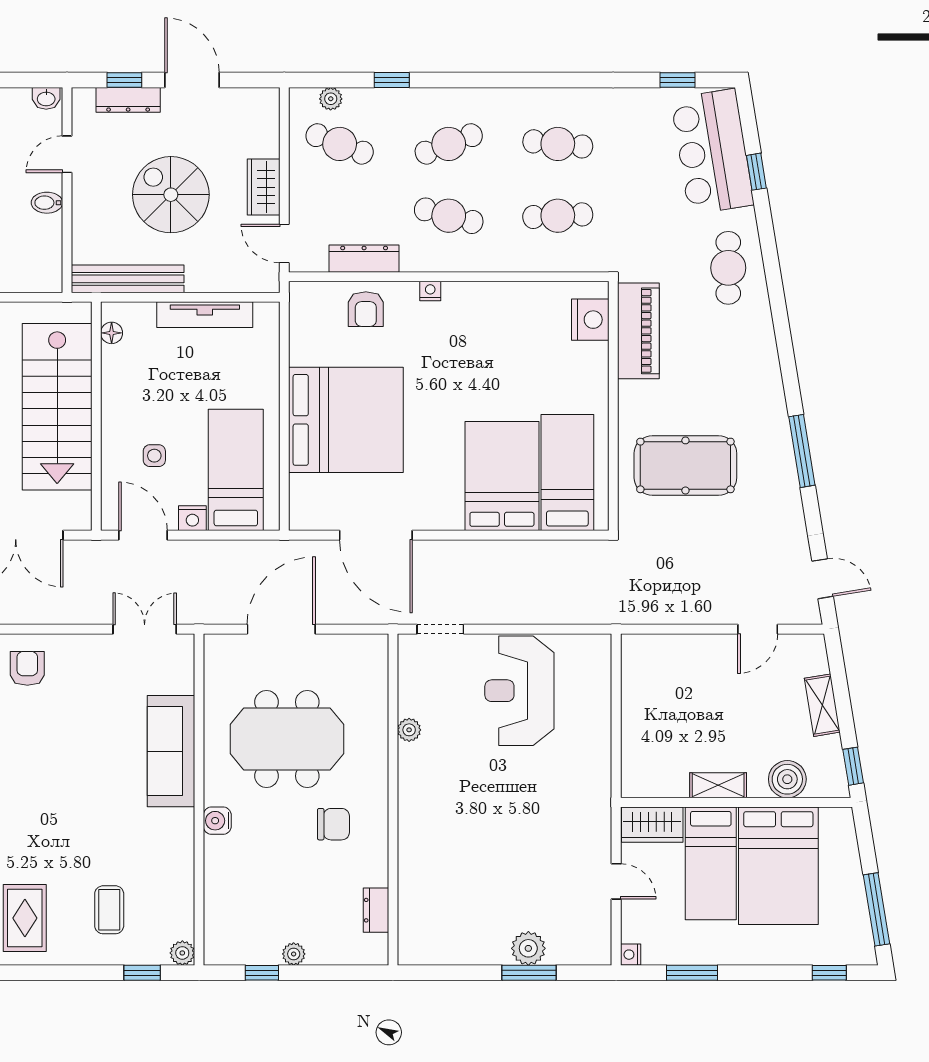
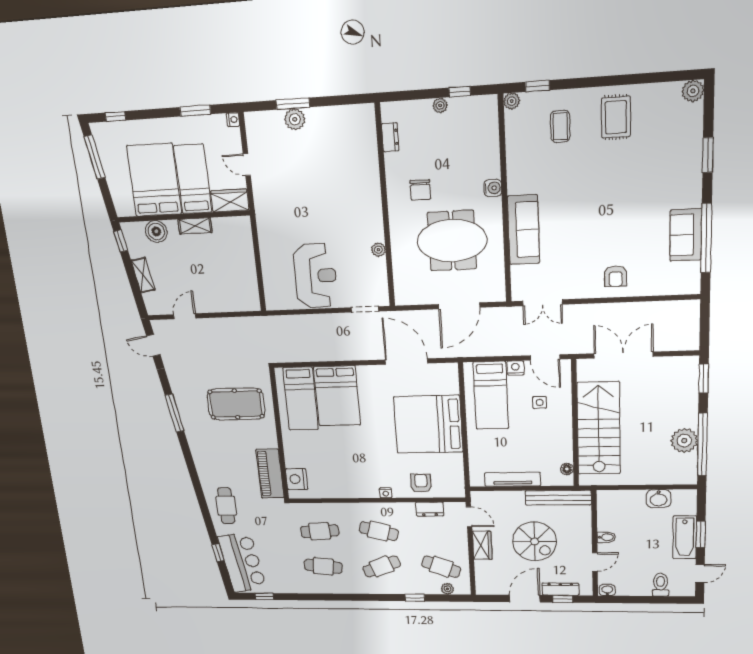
door: (192, 80) -> (525, 599), swing flipped
dresser: (364, 259) -> (430, 509), width x0.70
chair: (333, 824) -> (420, 190), turned -90

